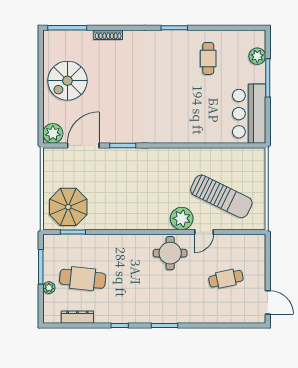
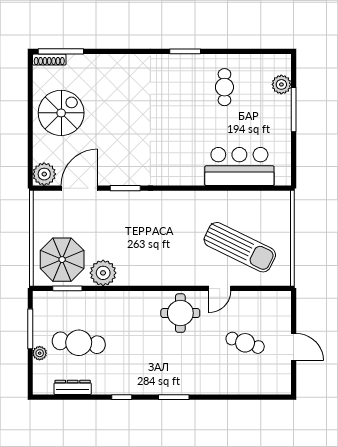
shoe rack: (108, 35) -> (49, 60), moved
spiral stairs: (67, 81) -> (61, 113), turned 180
bar counter: (249, 114) -> (239, 166), moved, turned 90
plant: (182, 218) -> (103, 273), moved
cafe table: (226, 279) -> (245, 343), turned 30
door: (268, 302) -> (294, 347), moved

